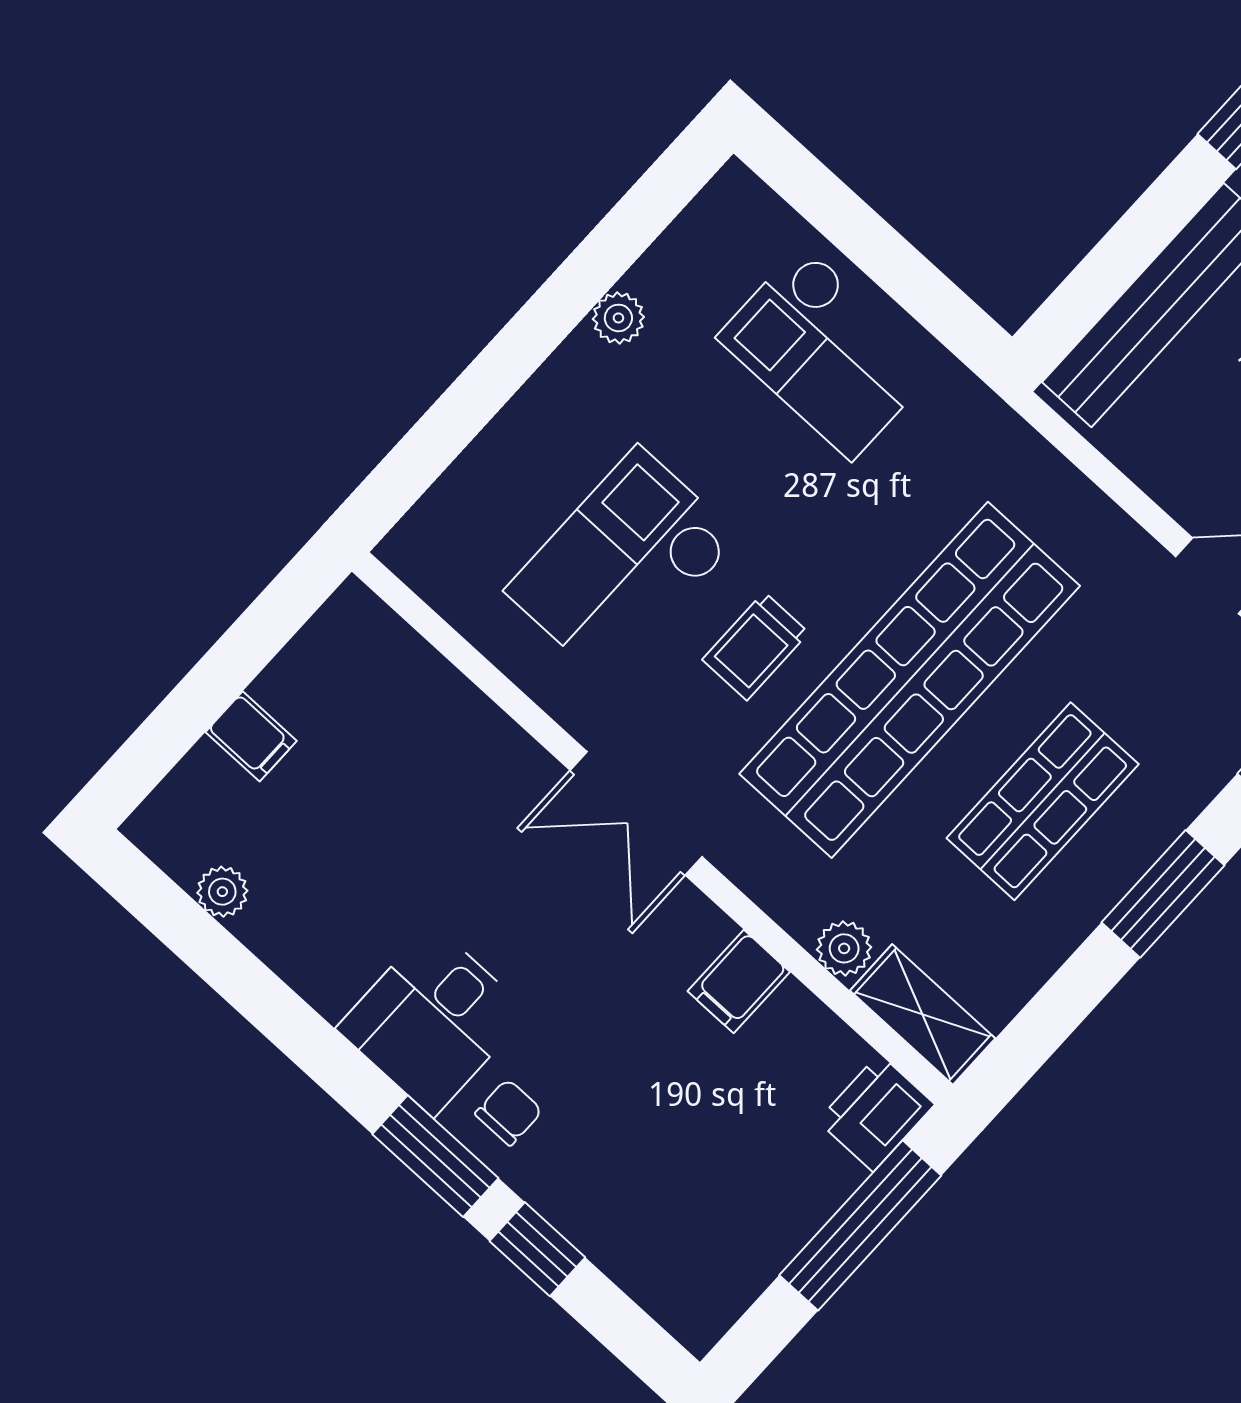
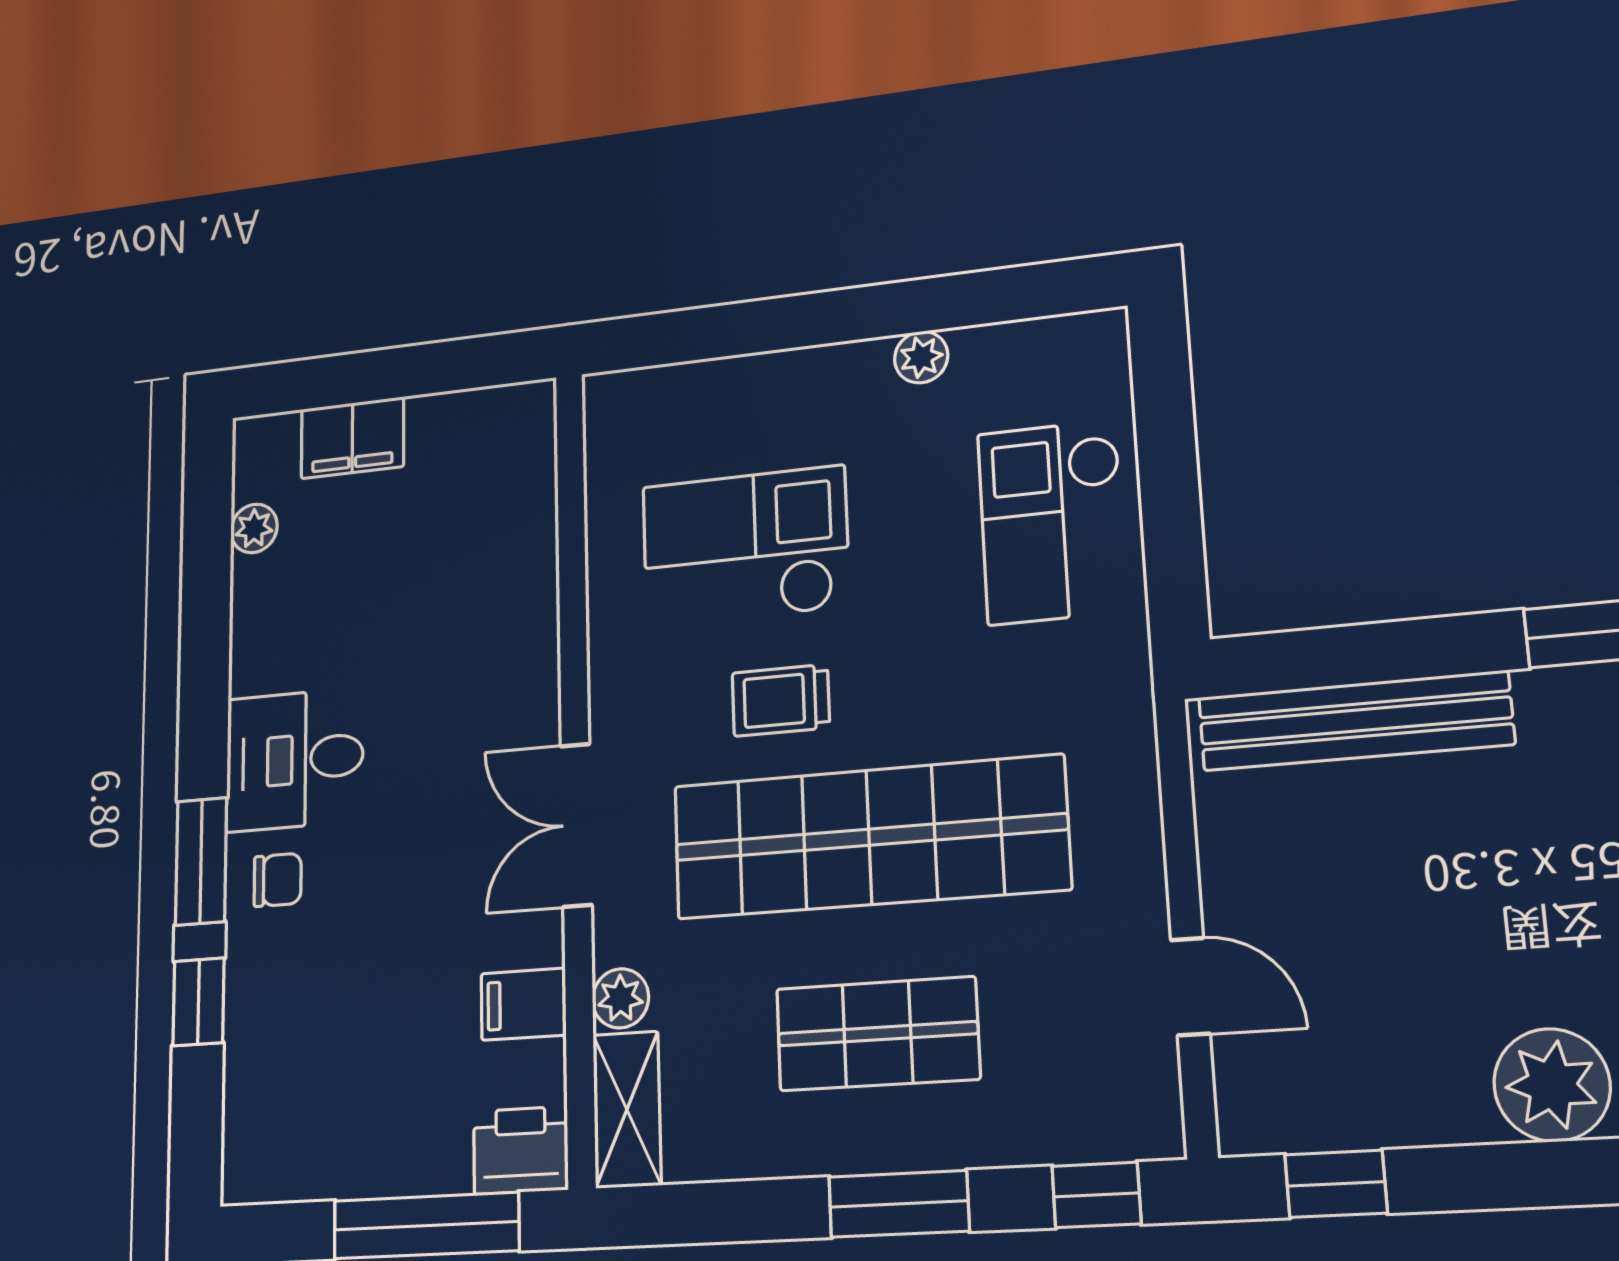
filing cabinet: (251, 736) -> (352, 438), width x2.00
double door: (636, 813) -> (576, 825), moved
filing cabinet: (739, 981) -> (523, 1004), moved

